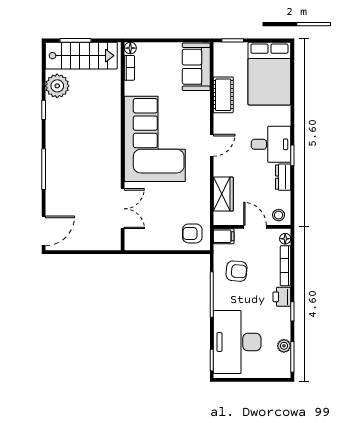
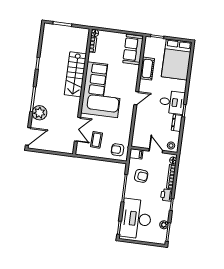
stairs: (81, 56) -> (75, 74), moved, turned 90
plant: (57, 86) -> (39, 113), moved
wardrobe: (223, 194) -> (139, 128), removed
coffee table: (156, 222) -> (96, 140), added

